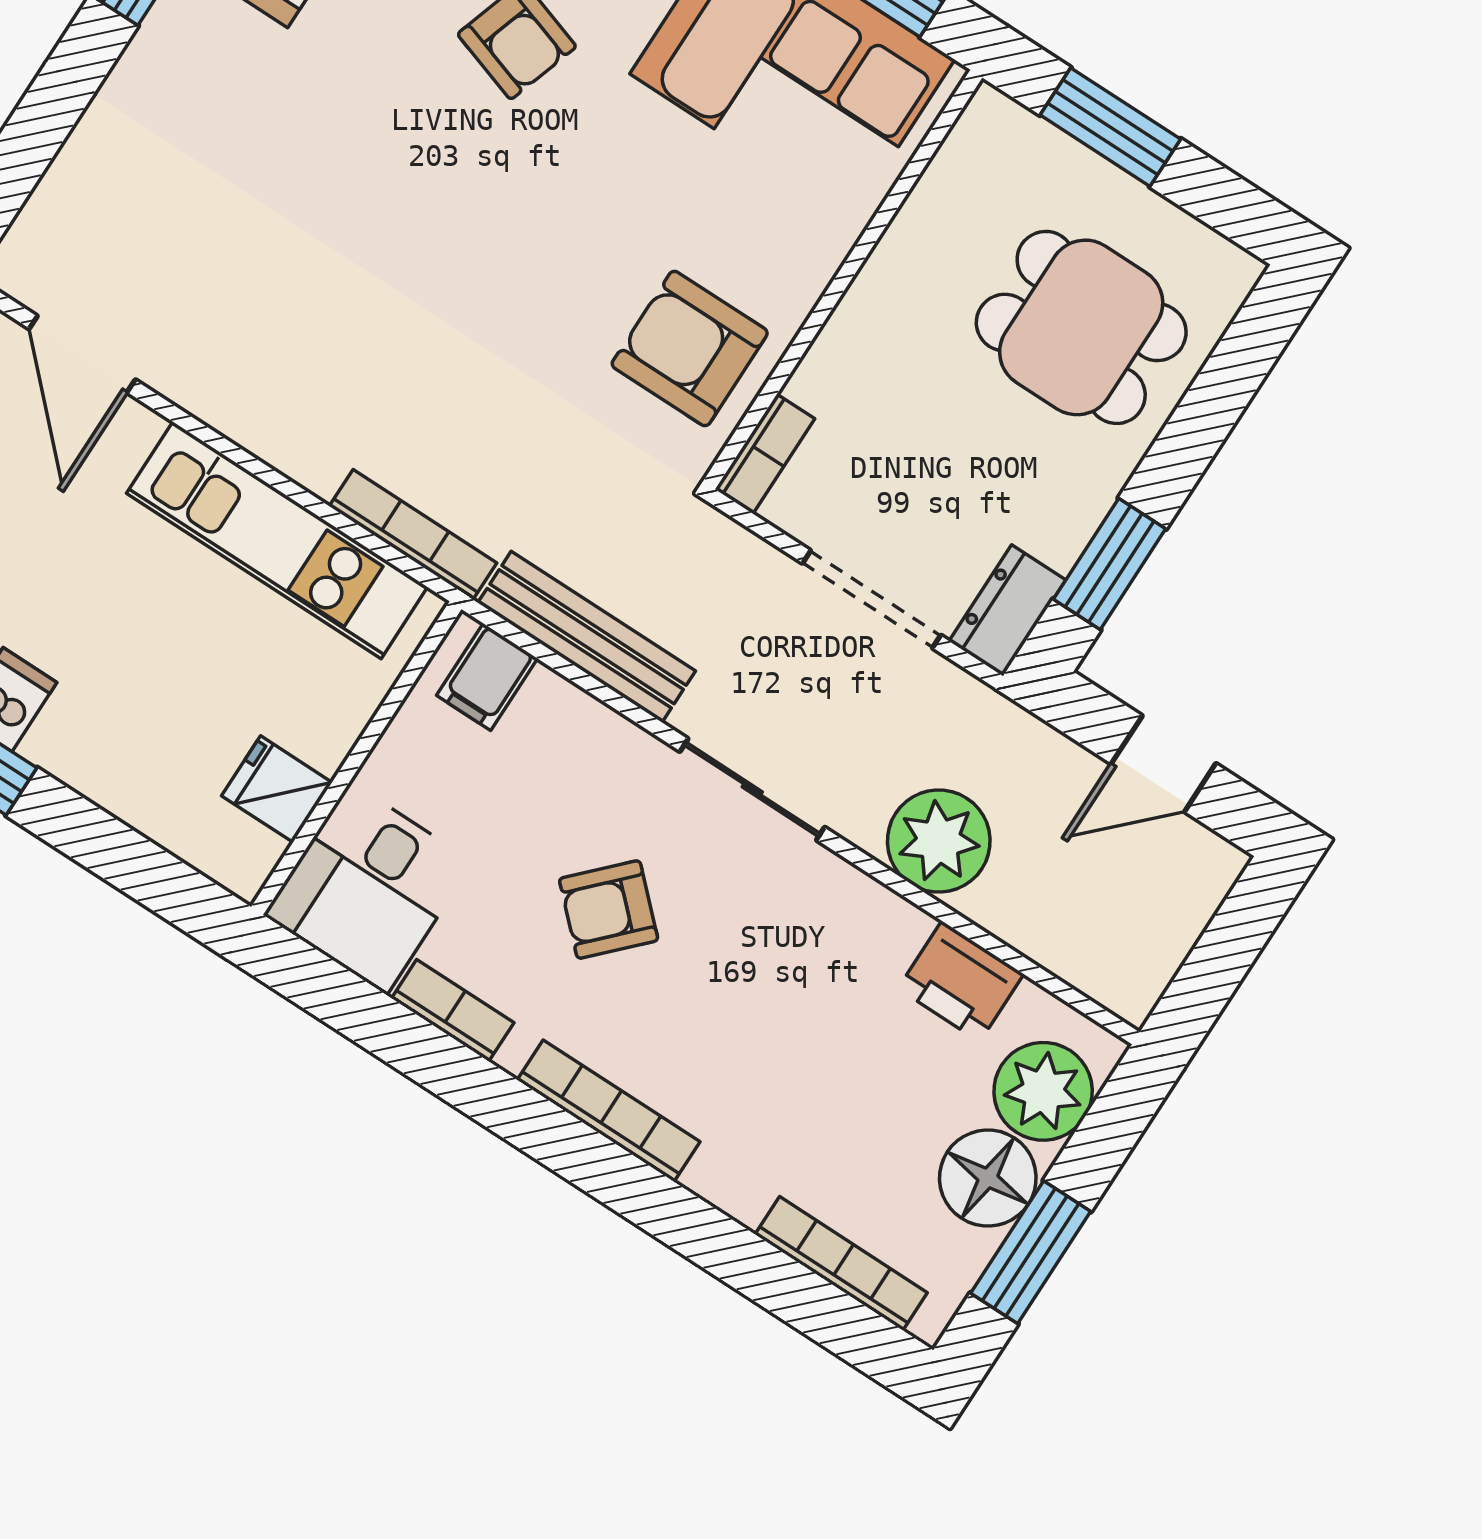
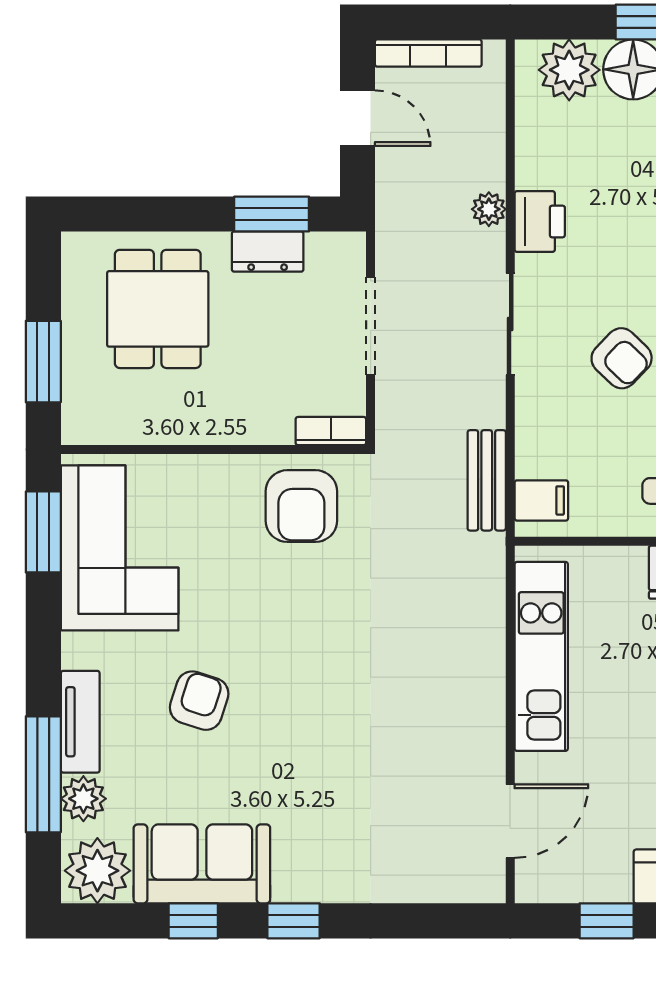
bookcase: (413, 535) -> (428, 53), moved, turned -90
dresser: (1007, 610) -> (268, 252), moved
bench: (587, 637) -> (487, 480), width x0.73
plant: (939, 841) -> (489, 209), width x0.53, depth x0.53
printer: (961, 981) -> (540, 221), moved

